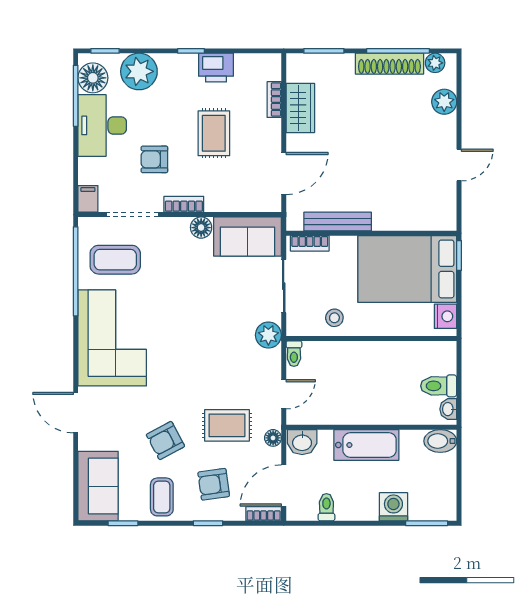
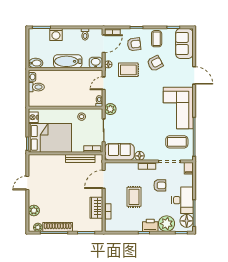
printer: (216, 68) -> (150, 225), moved

